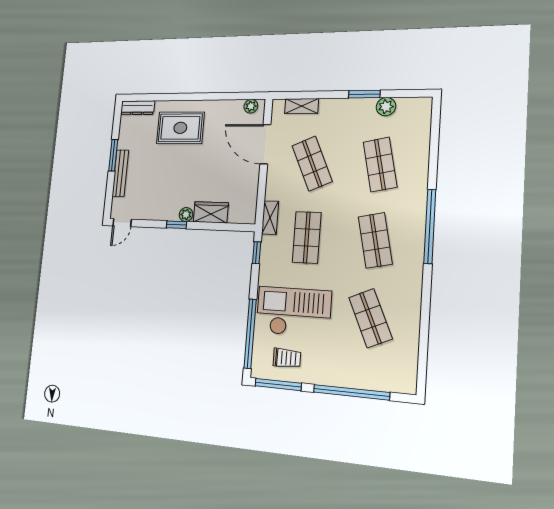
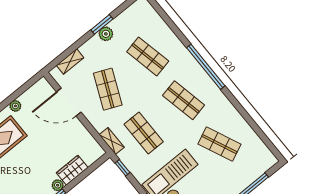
plant: (251, 106) -> (15, 106), moved
plant: (386, 107) -> (106, 34), moved
shop shelf: (312, 164) -> (108, 89), turned 48

